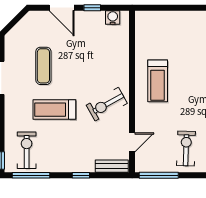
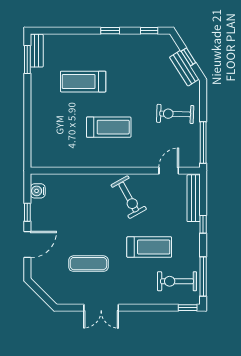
treadmill: (158, 81) -> (109, 127), moved
treadmill: (54, 110) -> (149, 247), moved, turned -90
door: (132, 142) -> (169, 171), hinge flipped
bench: (112, 166) -> (194, 198), width x1.36

